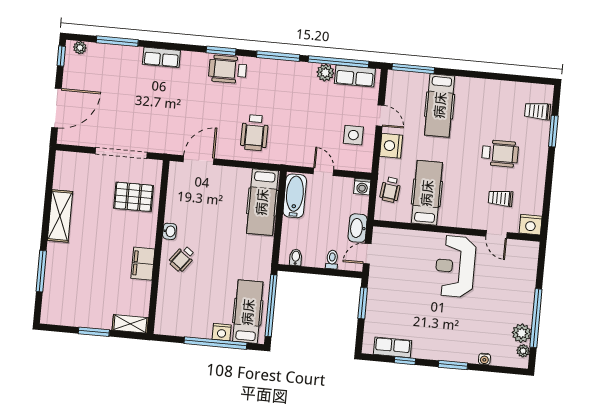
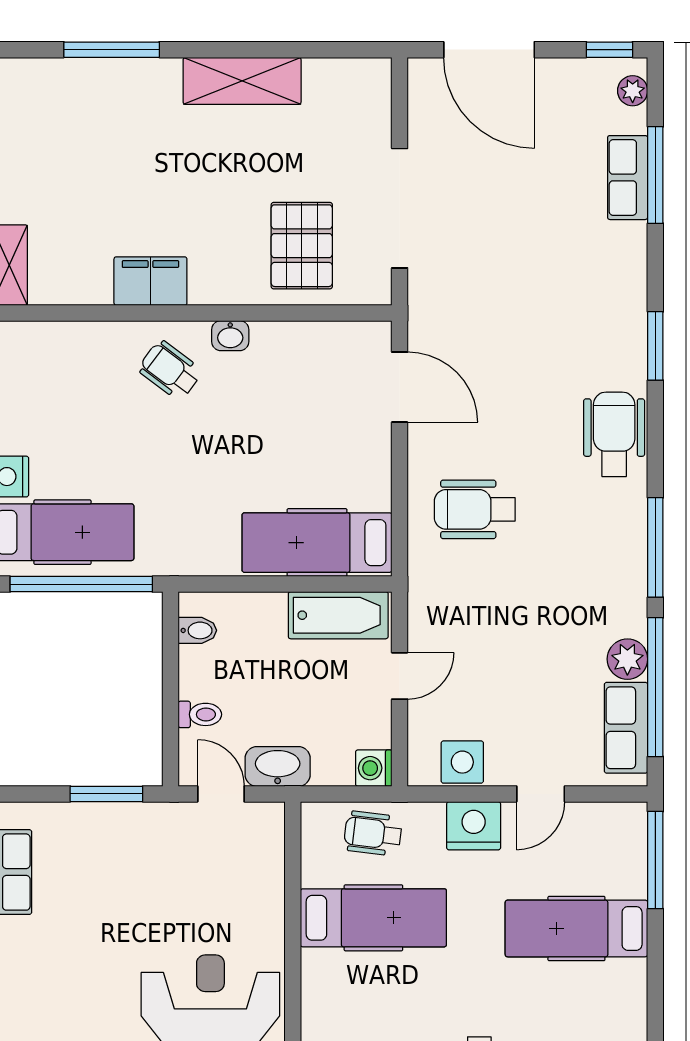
window: (221, 51) -> (655, 346), moved
row of seats: (161, 57) -> (628, 178), moved
side table: (353, 135) -> (462, 762), moved

